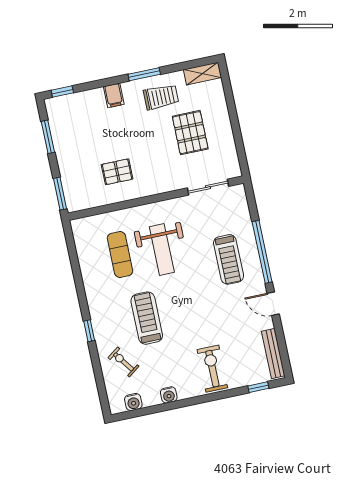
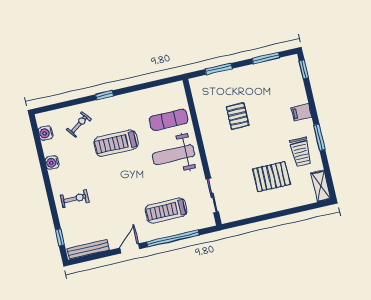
sliding door: (208, 187) -> (212, 196), moved
wall: (156, 198) -> (202, 152), moved
treadmill: (147, 318) -> (116, 143), turned 180
exercise bike: (212, 369) -> (75, 199), width x0.73, depth x0.72

